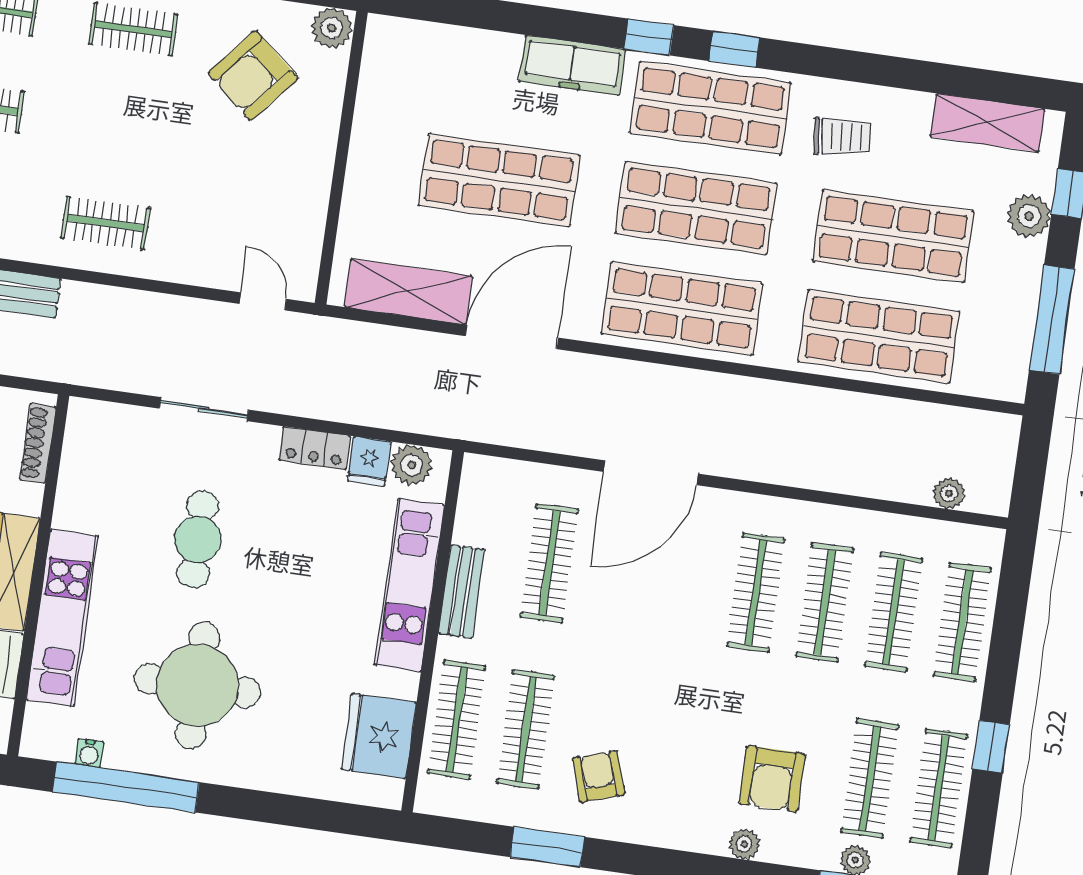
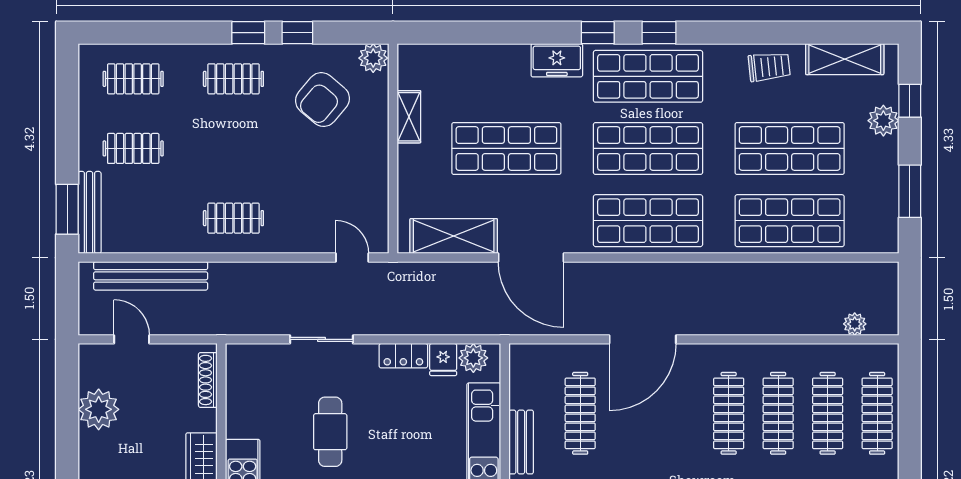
freezer: (572, 65) -> (557, 60), width x0.71
shelving: (370, 117) -> (409, 117), added
trolley: (842, 137) -> (769, 67), moved
window: (1052, 320) -> (910, 191), width x0.69
door: (512, 337) -> (531, 258), swing flipped

